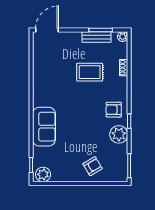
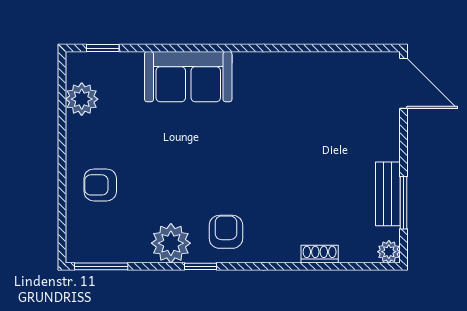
rug: (90, 72) -> (309, 178), removed
armchair: (93, 166) -> (100, 185), turned 121
plant: (43, 174) -> (82, 99), moved

